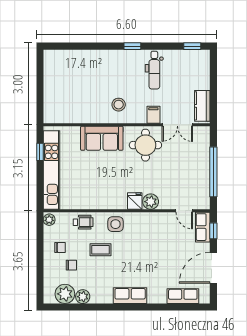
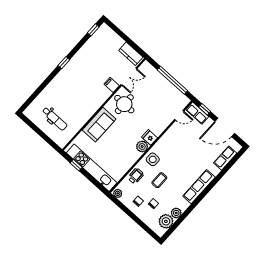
dental chair: (154, 70) -> (55, 119), moved
stool: (119, 105) -> (89, 99), removed
plant: (151, 202) -> (142, 146), moved
door: (213, 268) -> (225, 127), hinge flipped
row of seats: (130, 296) -> (199, 187), width x1.48

